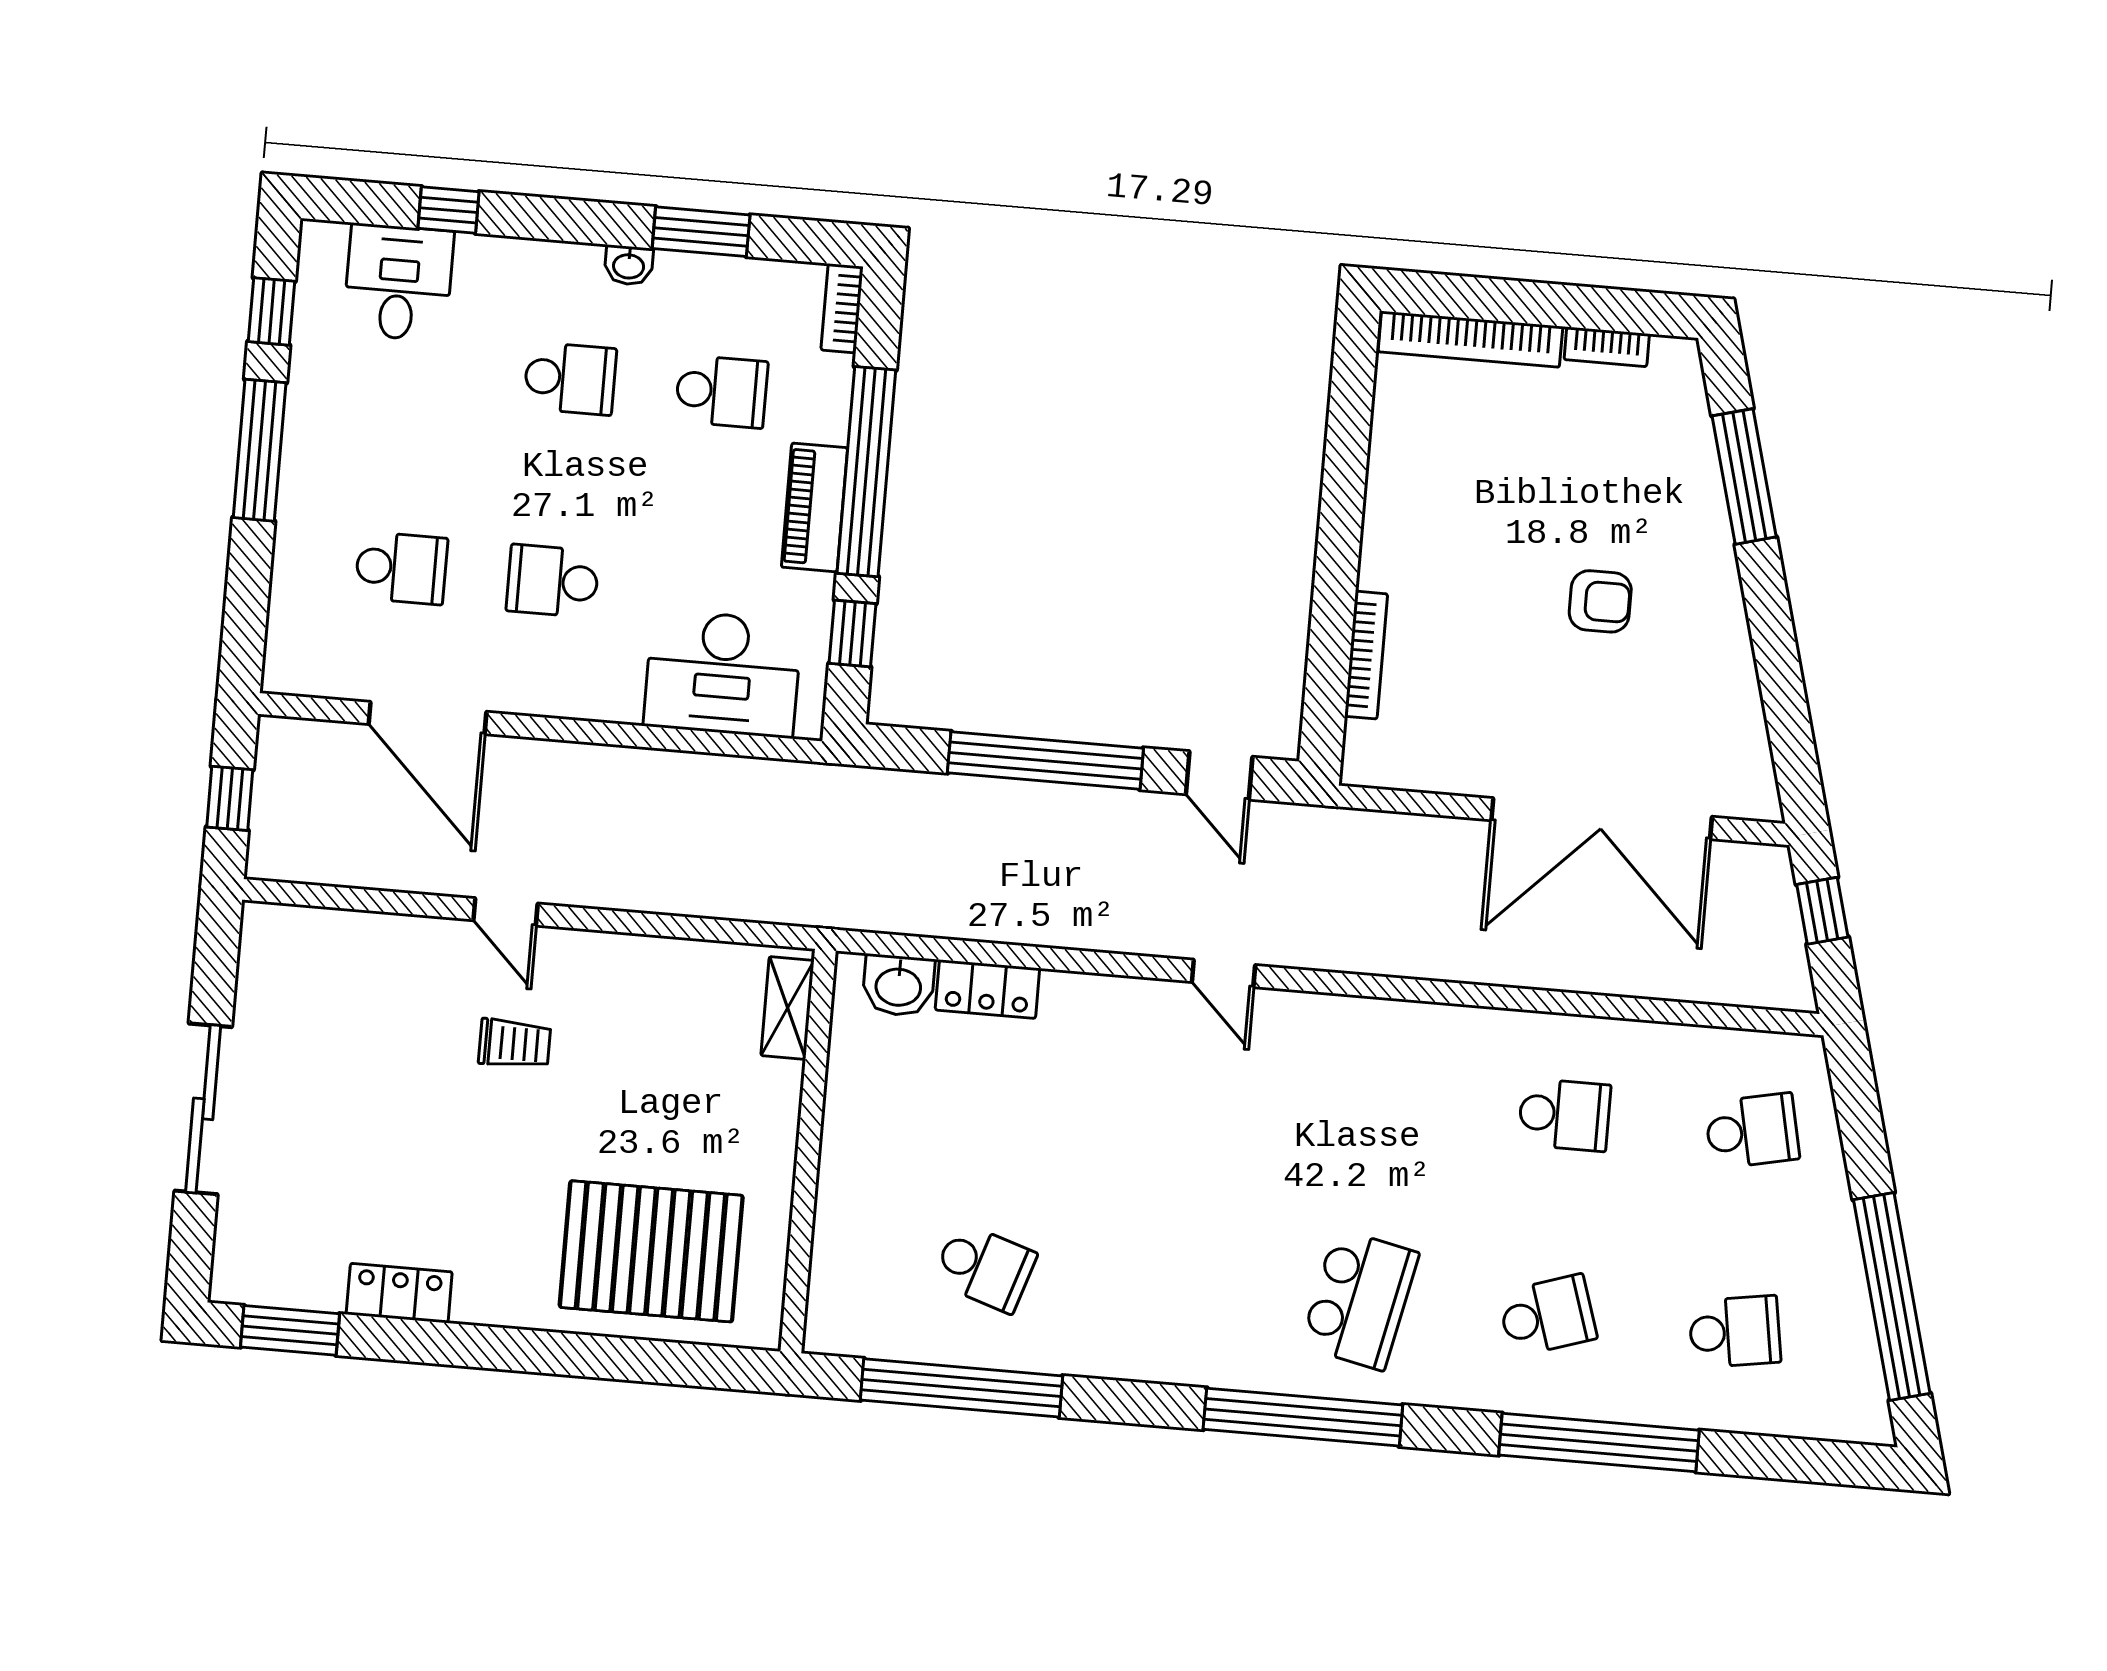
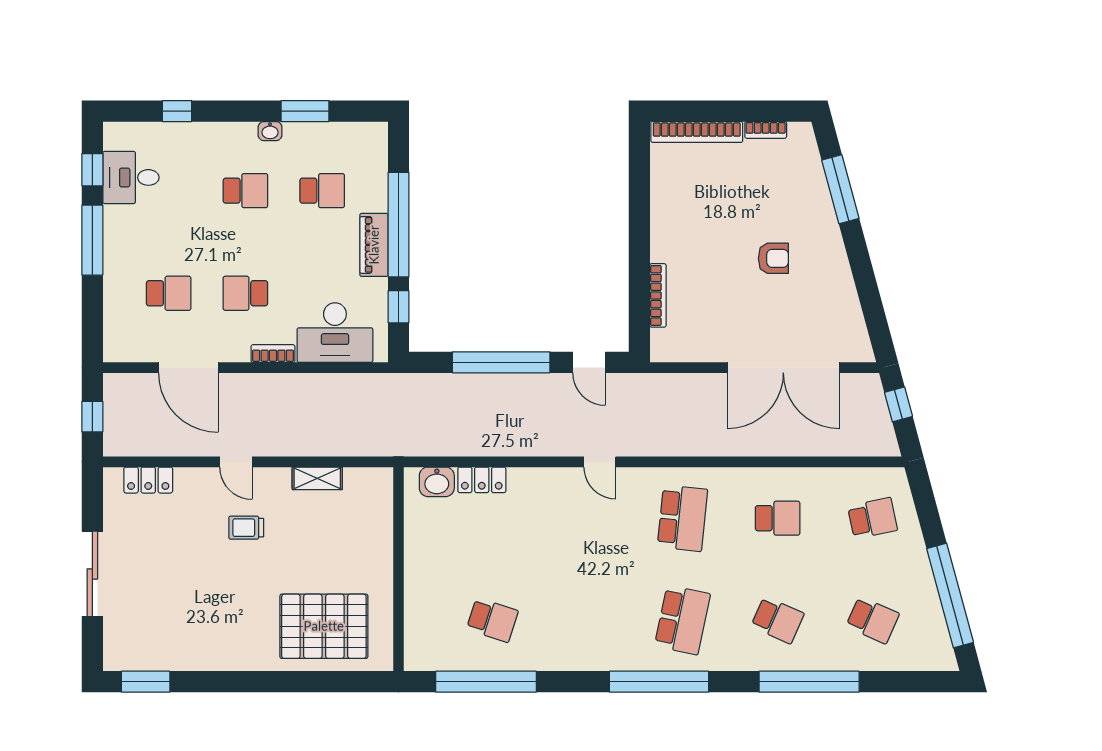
desk: (398, 282) -> (131, 177), moved, turned -90
bookcase: (842, 308) -> (273, 354), moved, turned 90
shelving: (787, 1008) -> (317, 478), moved, turned 90
trolley: (515, 1044) -> (246, 528), turned 180
school desk: (1377, 1099) -> (682, 518), added
locker: (399, 1293) -> (148, 480), moved, turned 180
school desk: (1547, 1316) -> (778, 620), turned 42
school desk: (1735, 1332) -> (873, 620), turned 33

